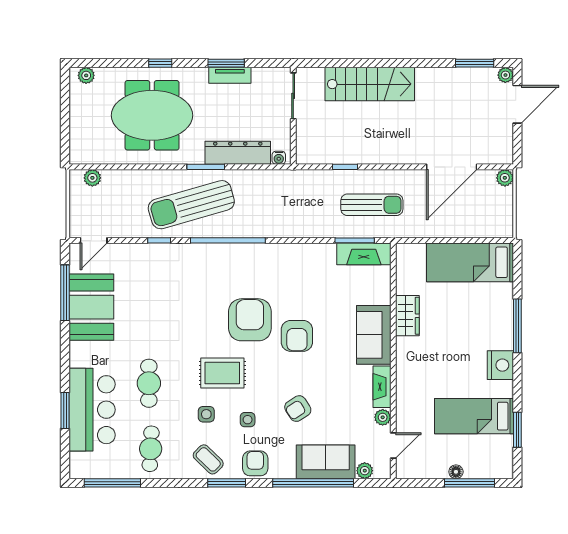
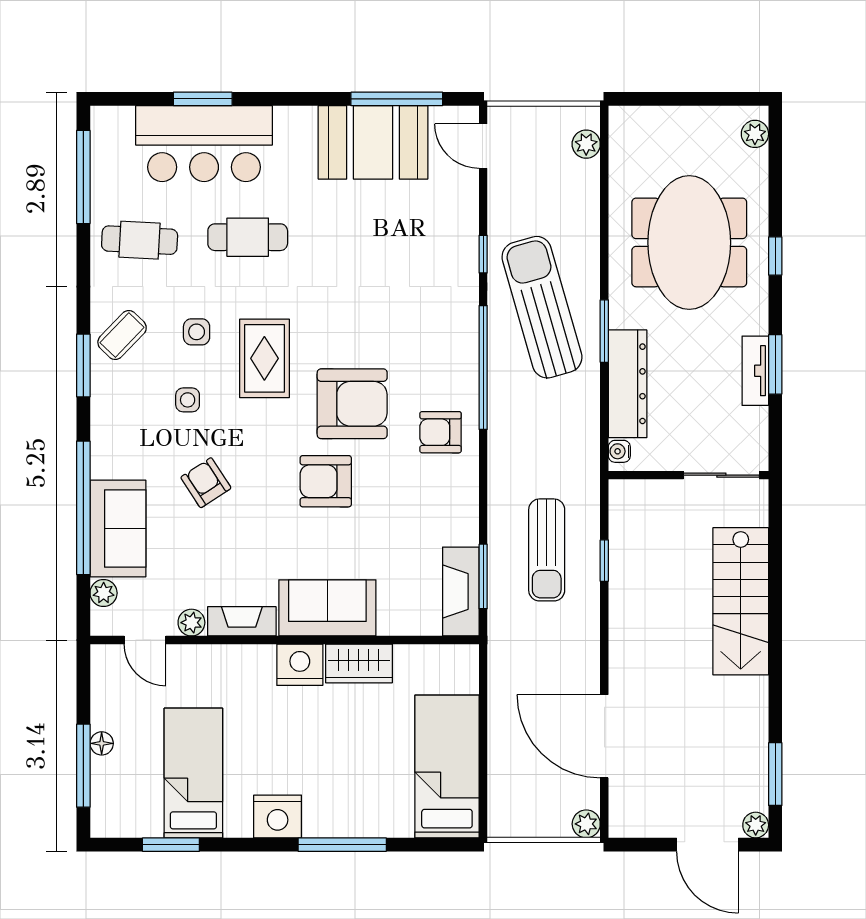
sun lounger: (372, 205) -> (547, 550), moved
nightstand: (408, 352) -> (300, 665), added
armchair: (255, 463) -> (441, 432), moved, turned 180

